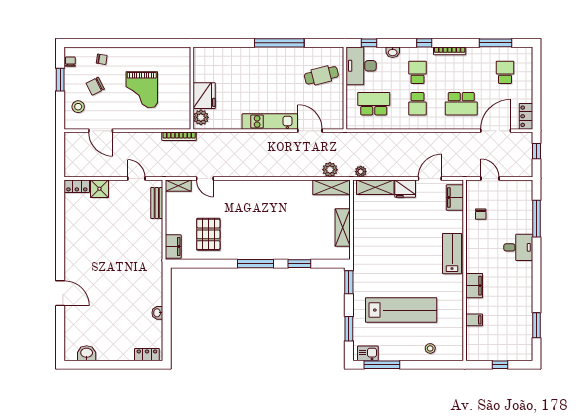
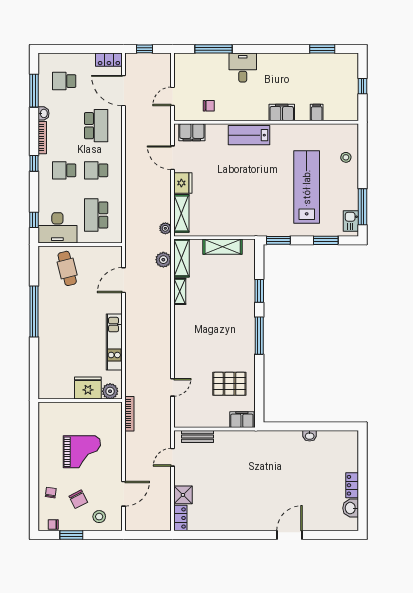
washbasin: (393, 52) -> (44, 113), moved
school desk: (417, 104) -> (96, 170), turned 180
kitchen unit: (270, 121) -> (114, 342), moved
shelving: (178, 186) -> (180, 291), moved
locker: (147, 355) -> (352, 485), moved

